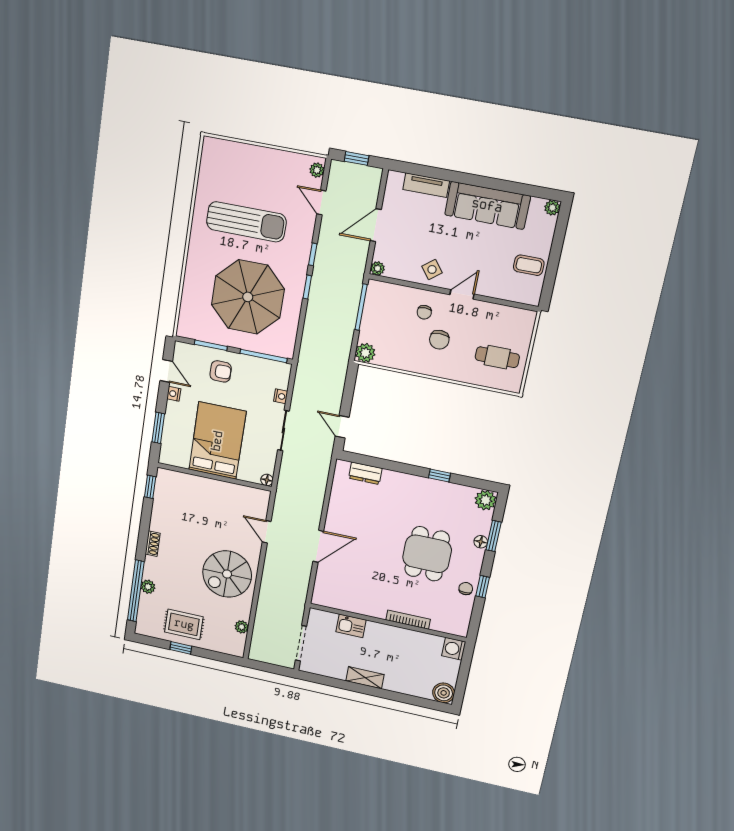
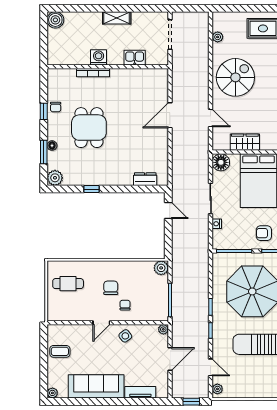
floor lamp: (267, 480) -> (221, 162), width x1.89, depth x1.89
wardrobe: (227, 493) -> (245, 142), added
window: (181, 648) -> (263, 8), removed
washing machine: (454, 649) -> (99, 57), moved, turned -90

